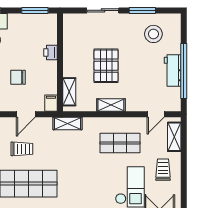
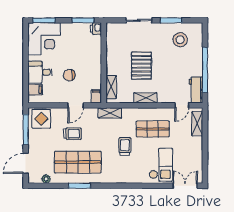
printer: (51, 52) -> (96, 29), moved
workbench: (173, 70) -> (196, 90), moved
trolley: (163, 170) -> (125, 146), moved

